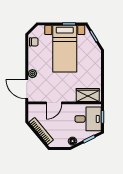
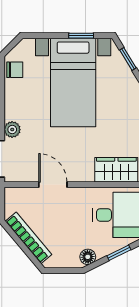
door: (54, 103) -> (53, 185), swing flipped

